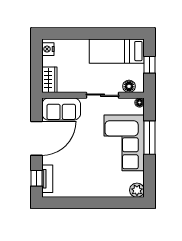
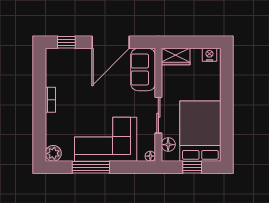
bed: (117, 51) -> (200, 131), width x1.50
door: (37, 138) -> (111, 42), hinge flipped
window: (150, 138) -> (91, 167), moved
tv unit: (47, 179) -> (66, 54), removed
bookcase: (88, 193) -> (50, 100), added

